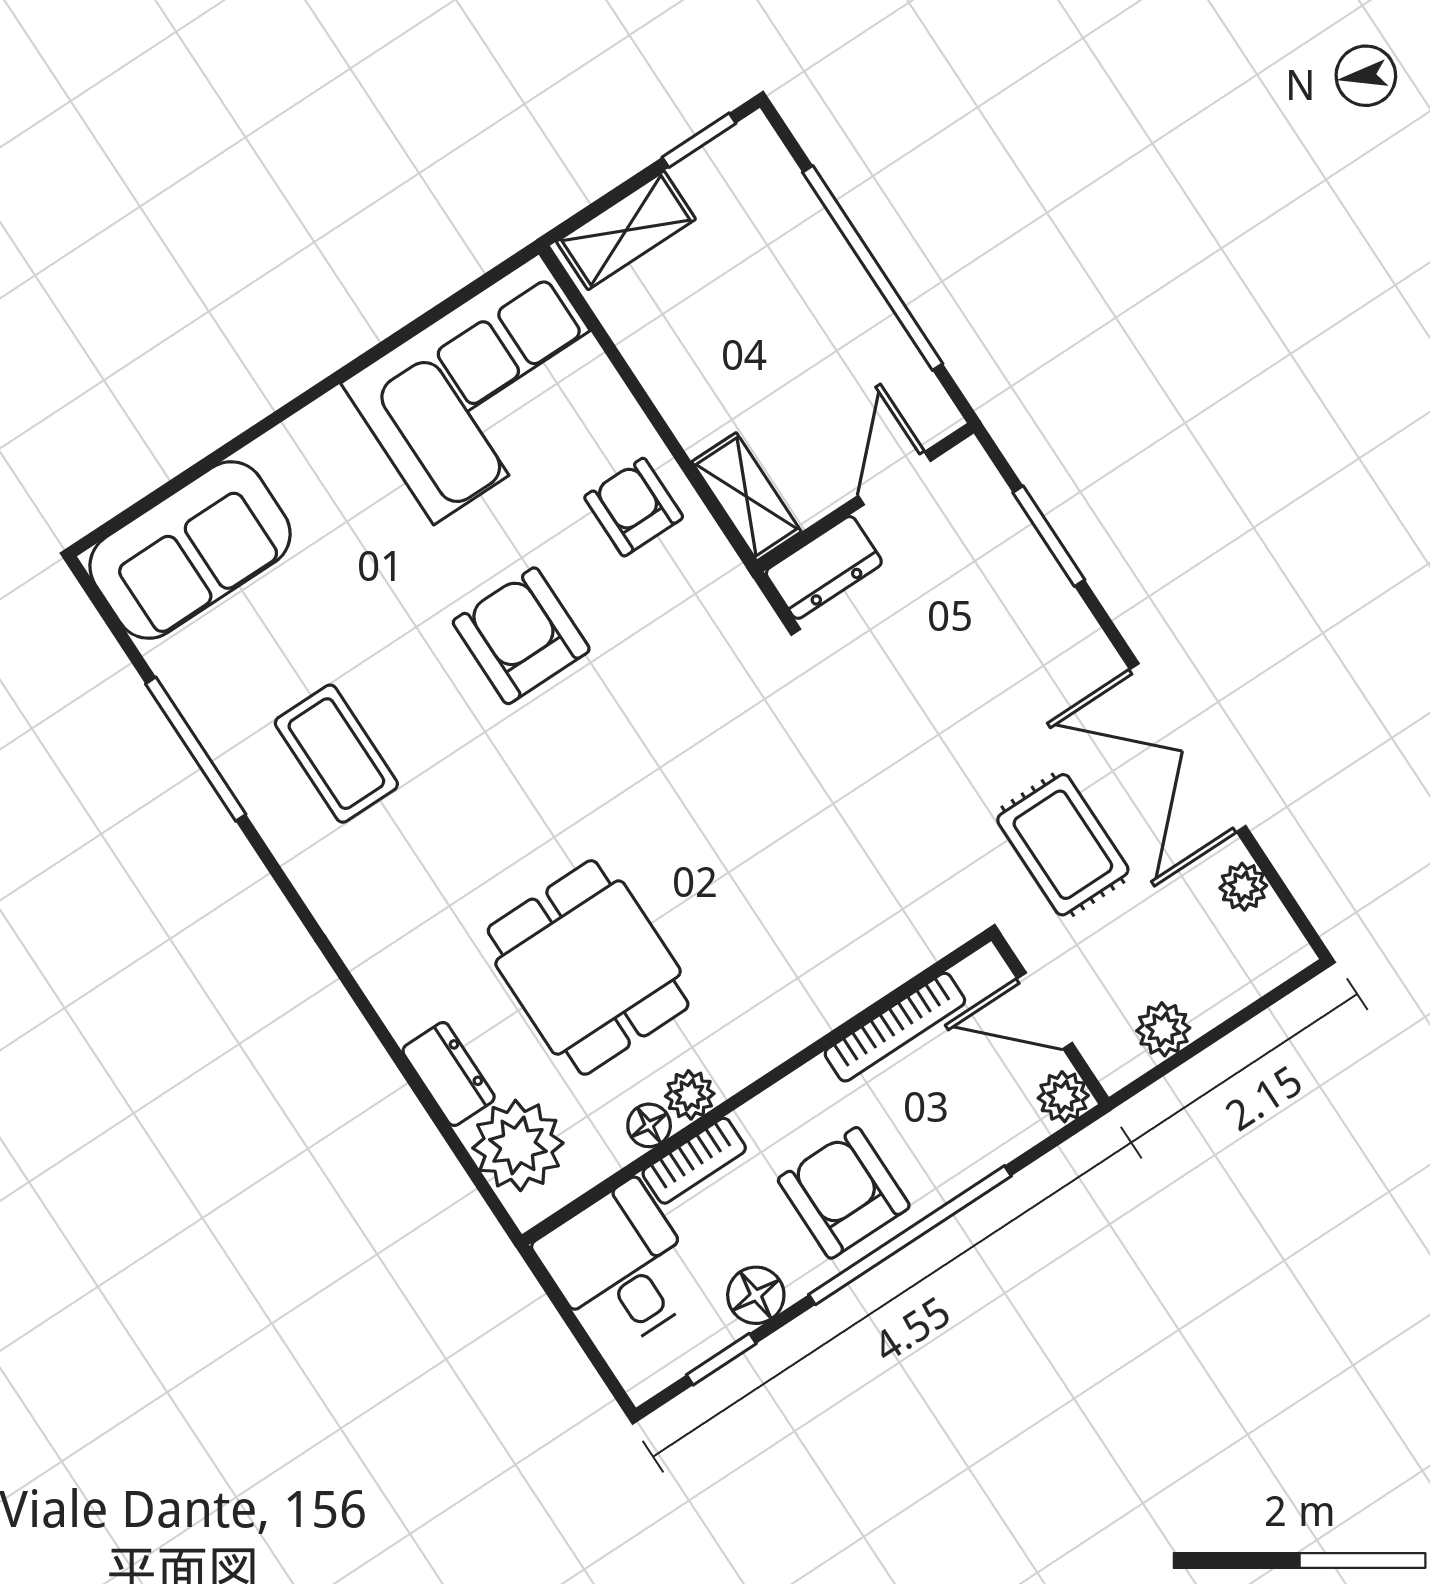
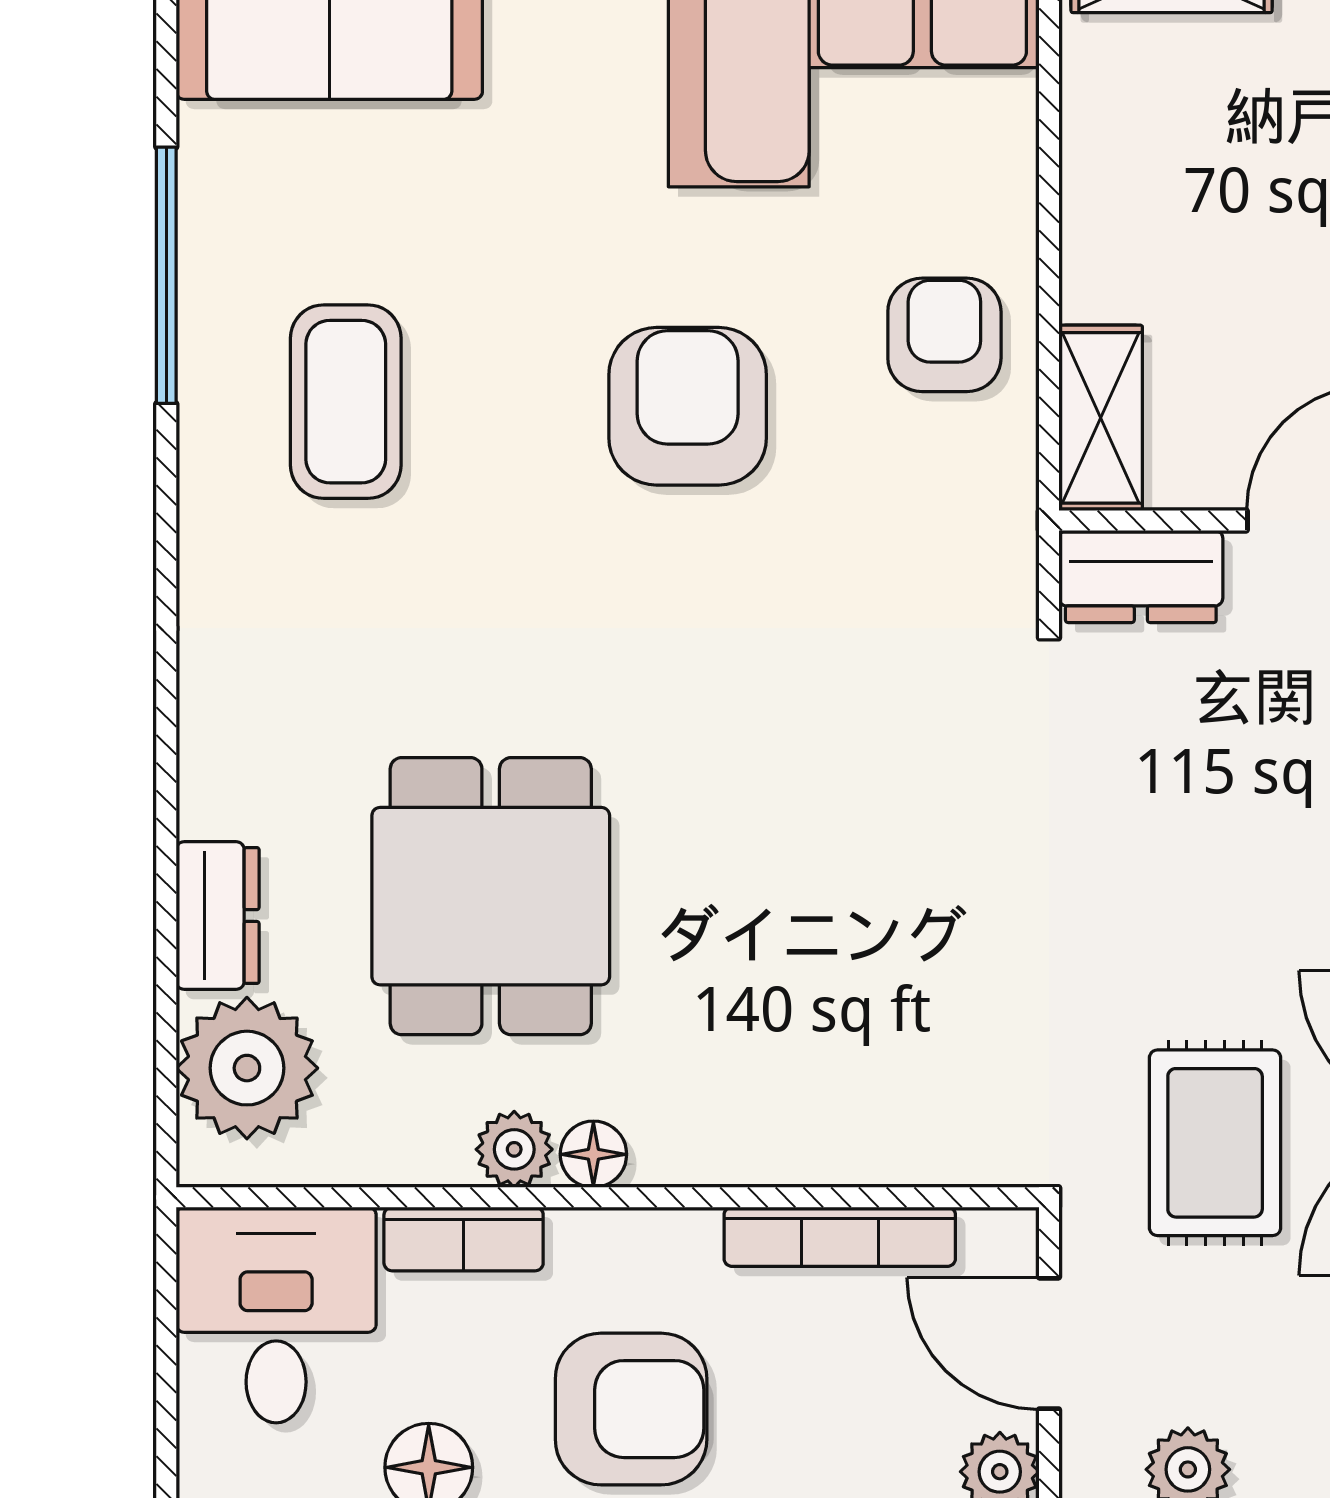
floor lamp: (649, 1125) -> (593, 1154), moved
armchair: (844, 1193) -> (631, 1409), turned 90

